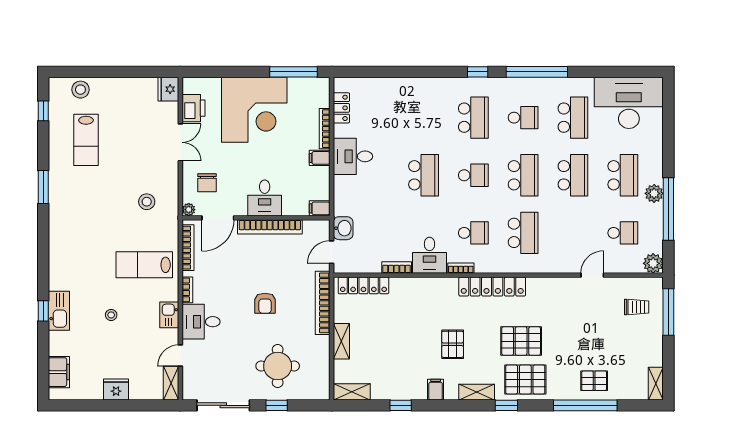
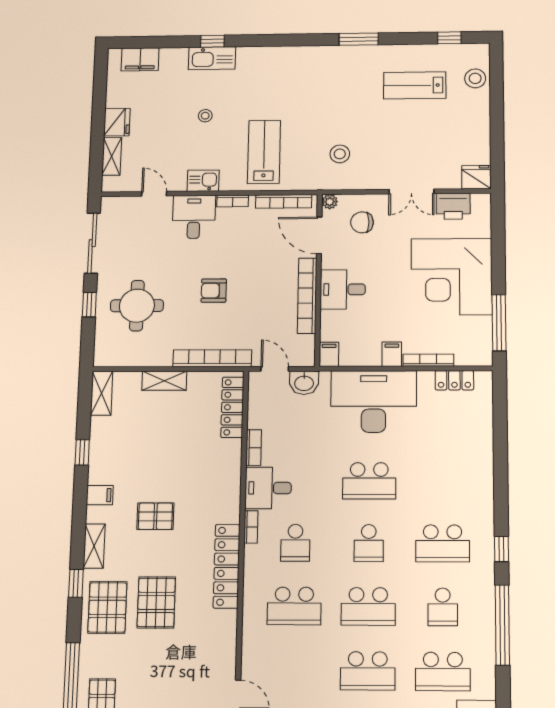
desk: (353, 156) -> (374, 401), width x1.87, depth x1.30
shelving: (171, 383) -> (112, 156), moved, turned 90

